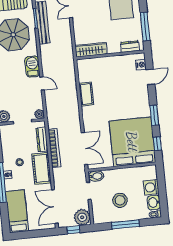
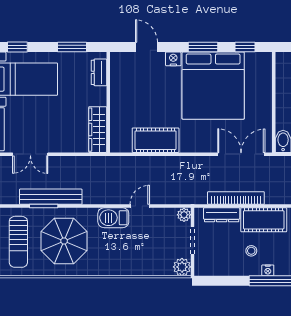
window: (145, 26) -> (72, 47), width x0.69
nightstand: (141, 65) -> (173, 59), moved
cot: (86, 94) -> (156, 140), width x1.37, depth x1.34
bed: (132, 142) -> (213, 86), moved, turned -90

